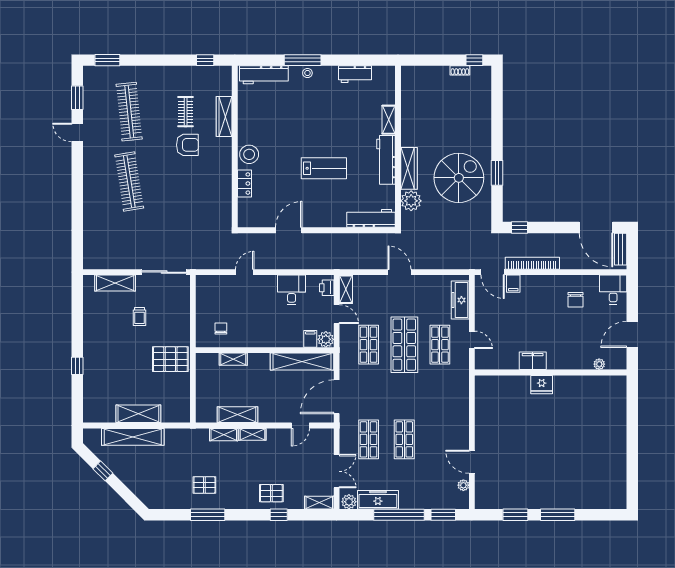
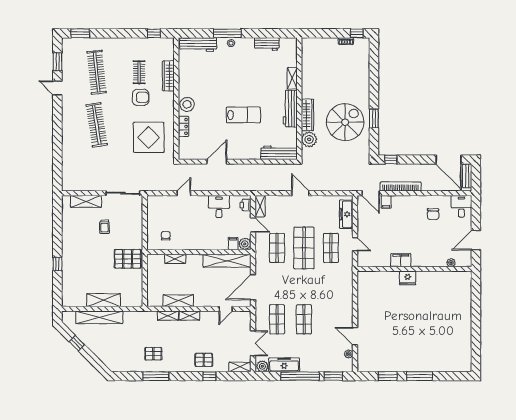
display table: (198, 198) -> (149, 137), added

